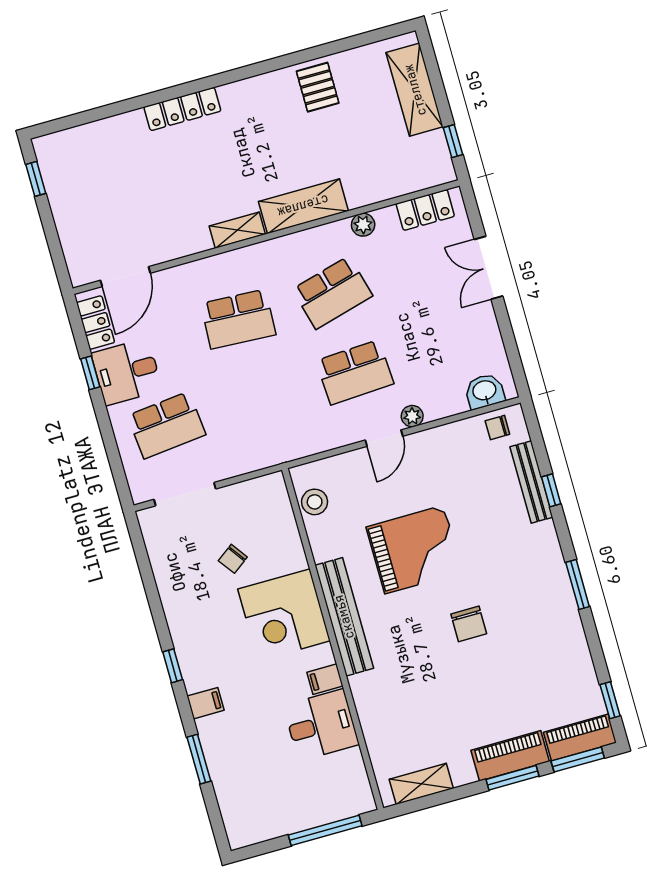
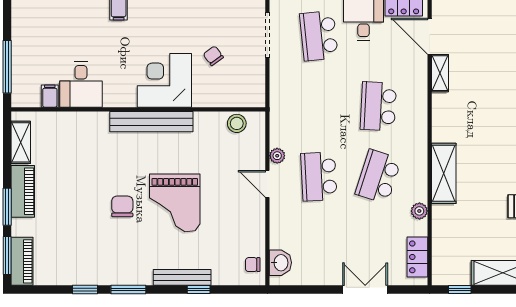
shelving: (237, 230) -> (440, 73), moved
school desk: (332, 293) -> (378, 177), turned 33
plant: (412, 416) -> (277, 156), moved
chair: (497, 428) -> (253, 265), turned -90
bench: (531, 482) -> (182, 277), moved
grand piano: (414, 550) -> (175, 203), moved
chair: (469, 624) -> (122, 206), turned 90
filing cabinet: (325, 679) -> (50, 96), moved
window: (610, 700) -> (85, 289), moved
piano: (510, 756) -> (23, 191), moved

